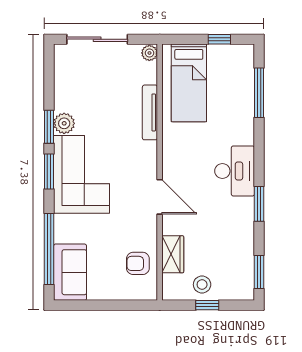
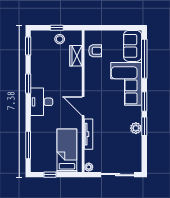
corner sofa: (82, 174) -> (126, 84), moved
door: (160, 197) -> (83, 106), moved

